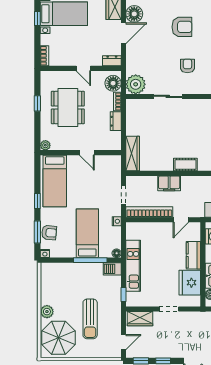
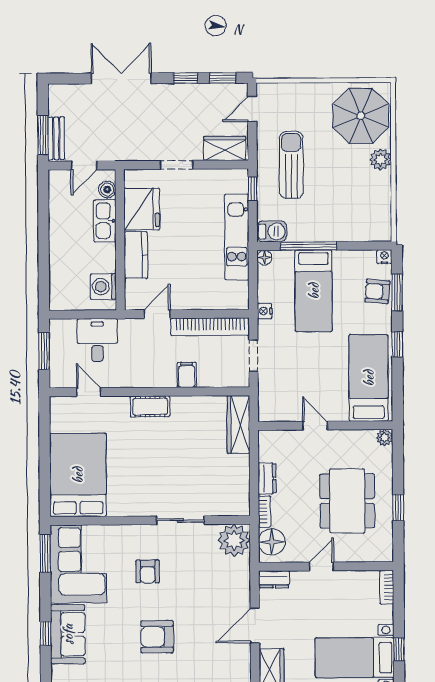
floor lamp: (134, 14) -> (237, 658), removed
door: (83, 68) -> (322, 566), hinge flipped
filing cabinet: (169, 183) -> (187, 375), width x0.50
sun lounger: (90, 319) -> (291, 165), moved

